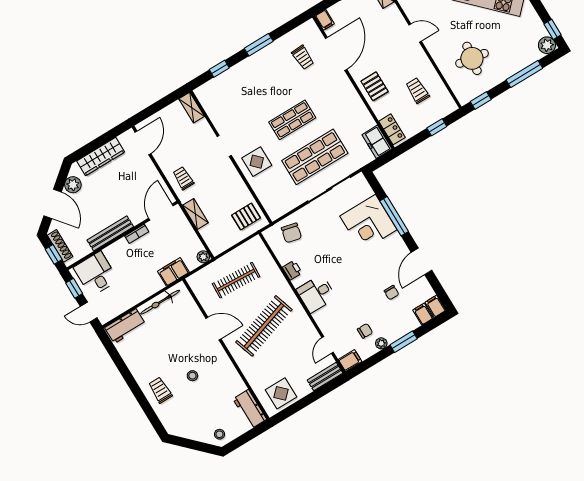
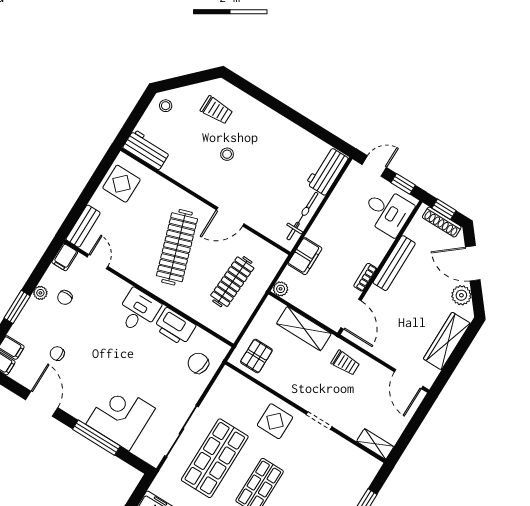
shelving: (195, 214) -> (304, 329), width x1.50, depth x1.33
printer: (292, 270) -> (175, 327), width x1.87, depth x1.48
trolley: (160, 390) -> (217, 110), moved

